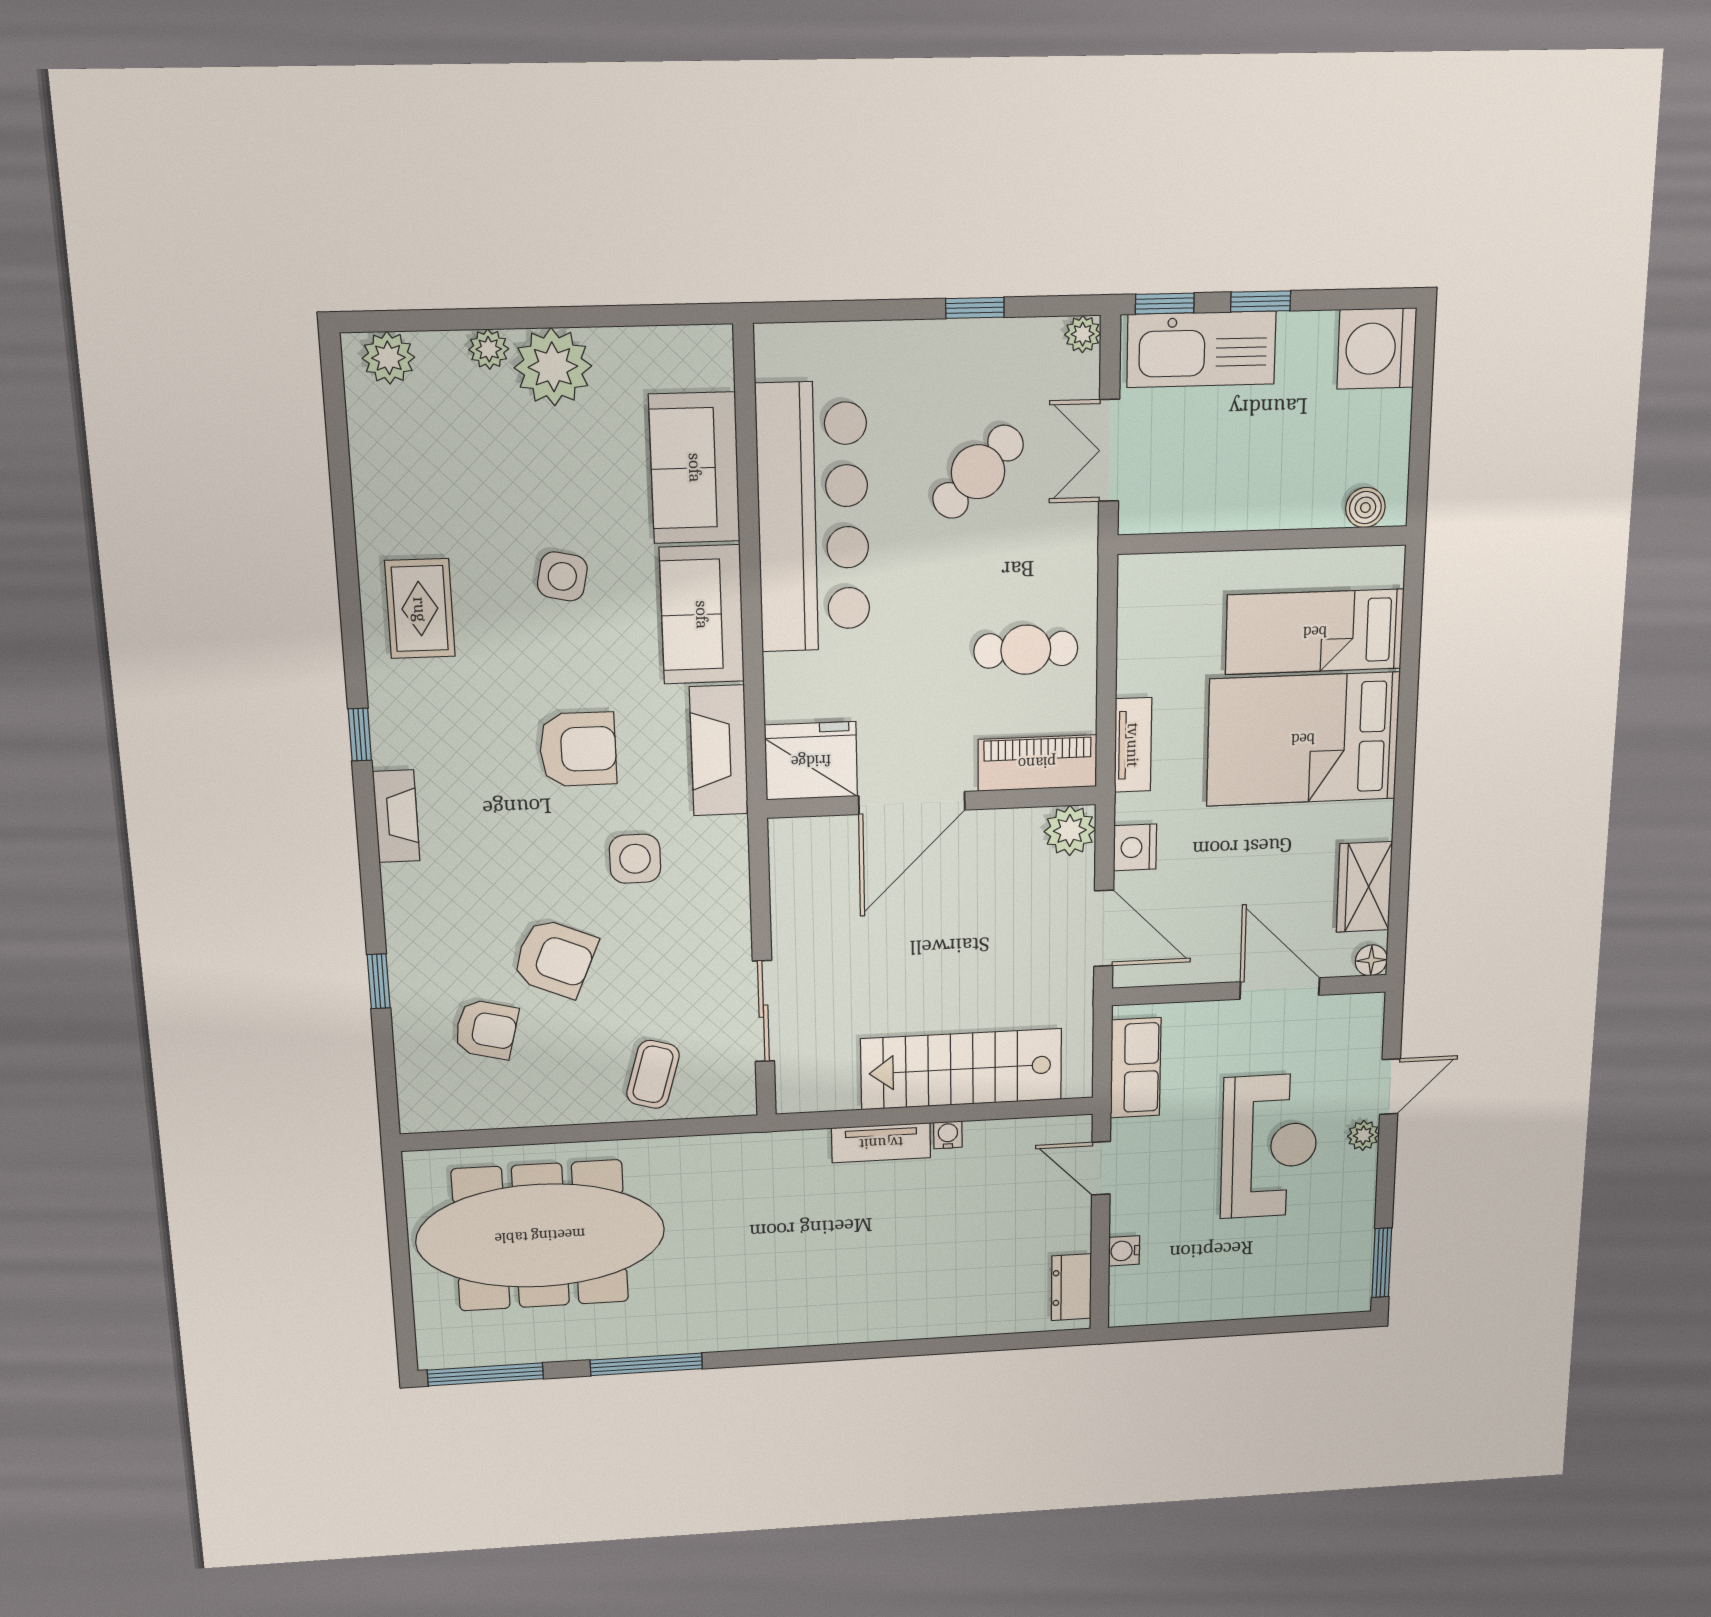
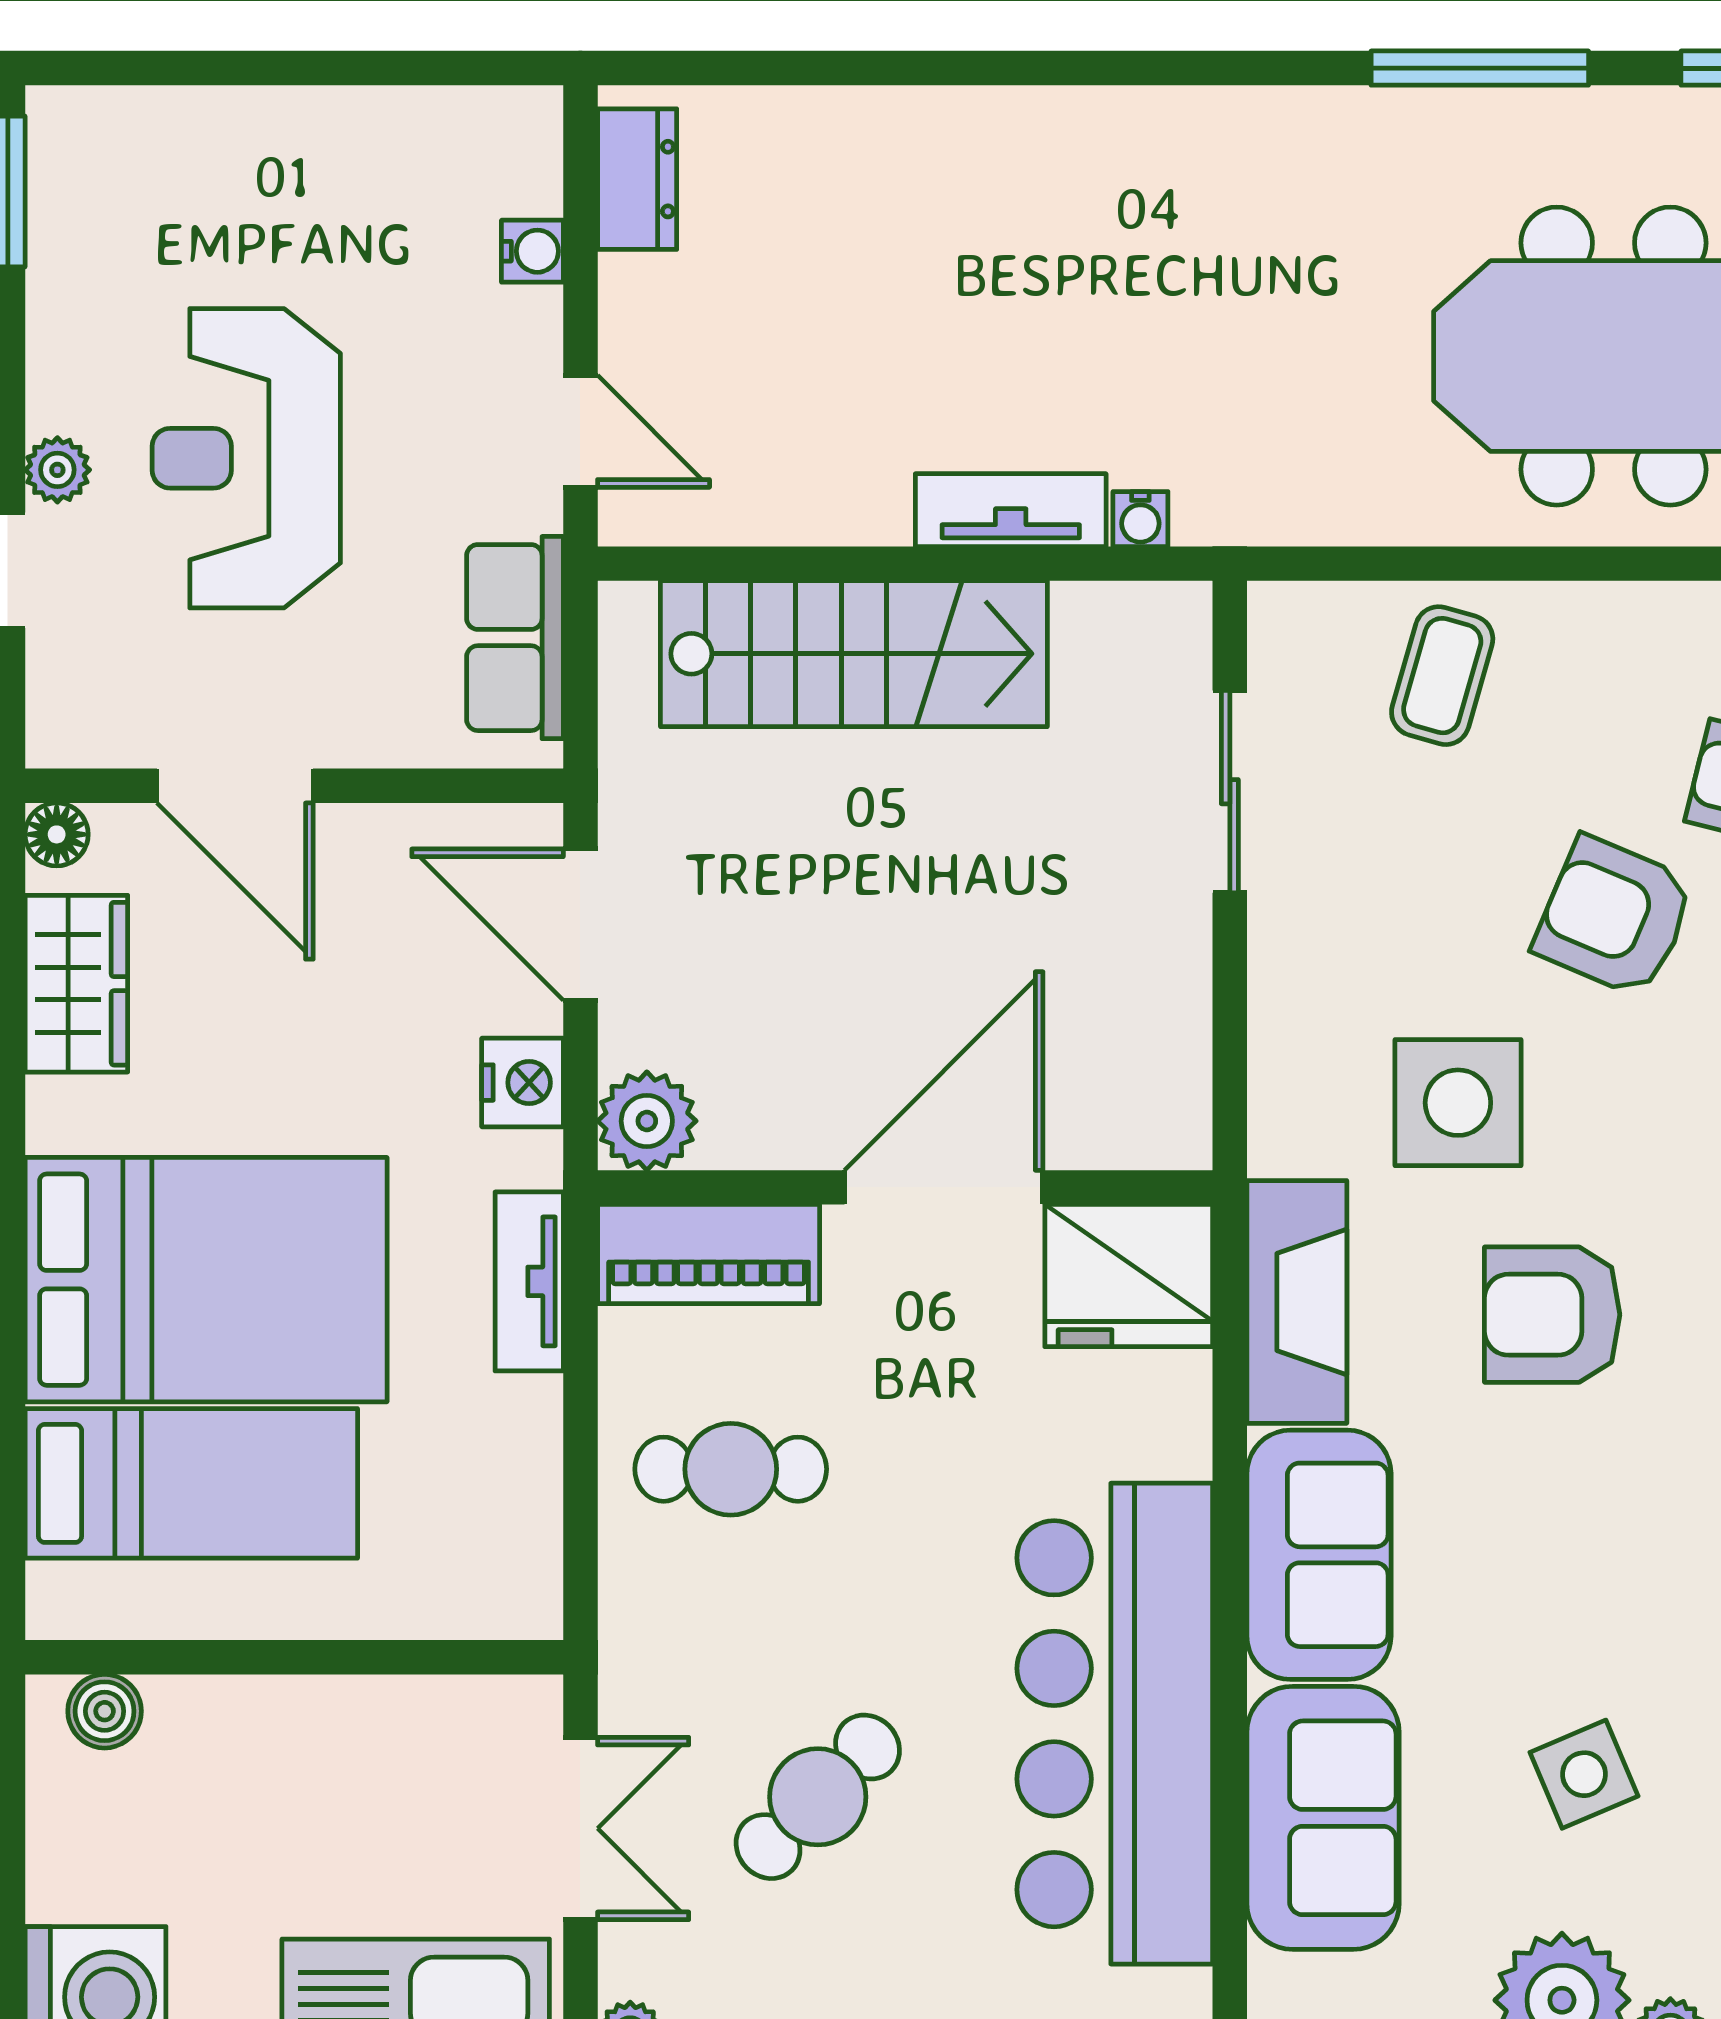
side table: (562, 576) -> (1584, 1774), moved, turned -35
side table: (635, 859) -> (1458, 1103), width x1.37, depth x1.37
water cooler: (948, 1135) -> (1140, 519), moved

